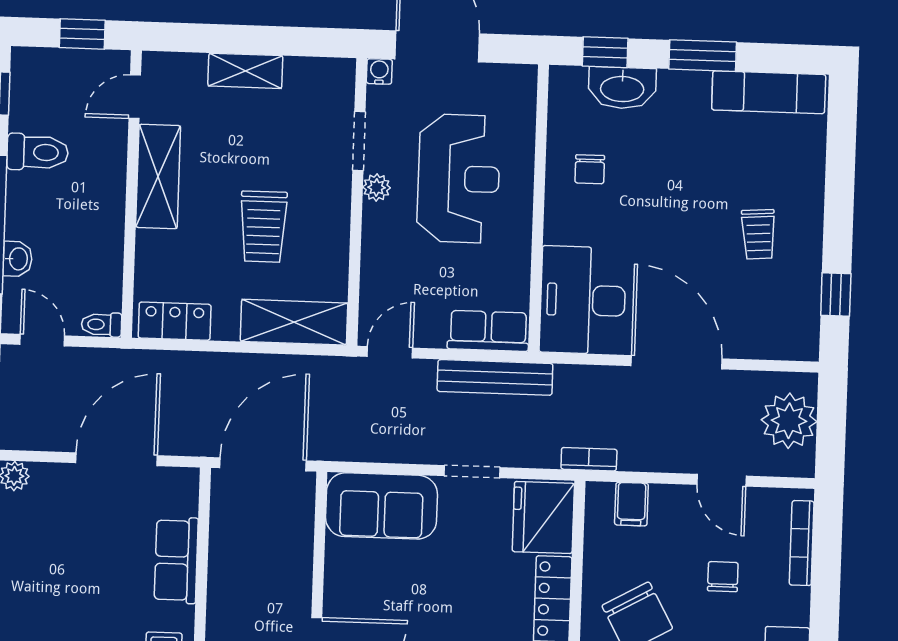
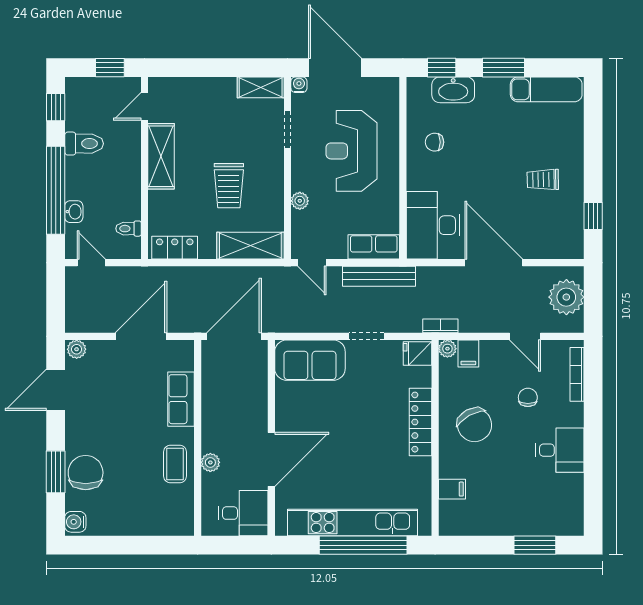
shelving: (245, 71) -> (261, 87), moved
chair: (590, 169) -> (434, 142), turned 90
reception desk: (459, 179) -> (352, 151), turned 180
plant: (377, 187) -> (300, 201), moved
trolley: (758, 234) -> (543, 180), turned 93
toilet: (102, 325) -> (128, 229), moved
door: (390, 352) -> (312, 263), swing flipped
plant: (599, 495) -> (447, 349), added
fridge: (543, 517) -> (418, 353), width x0.53, depth x0.75

